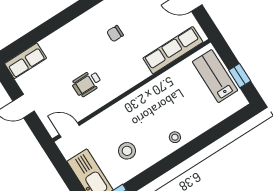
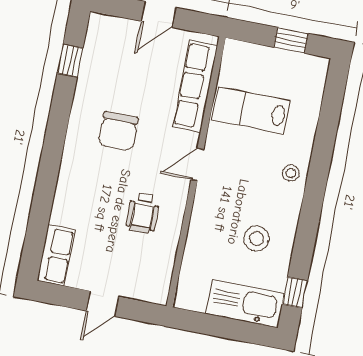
chair: (115, 34) -> (118, 131), width x1.87, depth x1.87
lab bench: (215, 76) -> (251, 110), moved
door: (69, 130) -> (197, 165), moved

